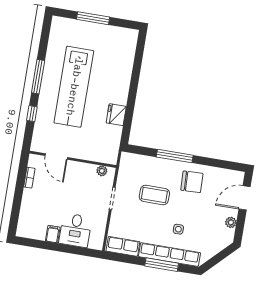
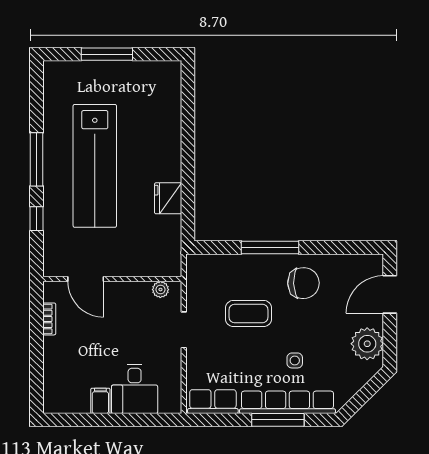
plant: (231, 222) -> (367, 344), width x1.88, depth x1.88

